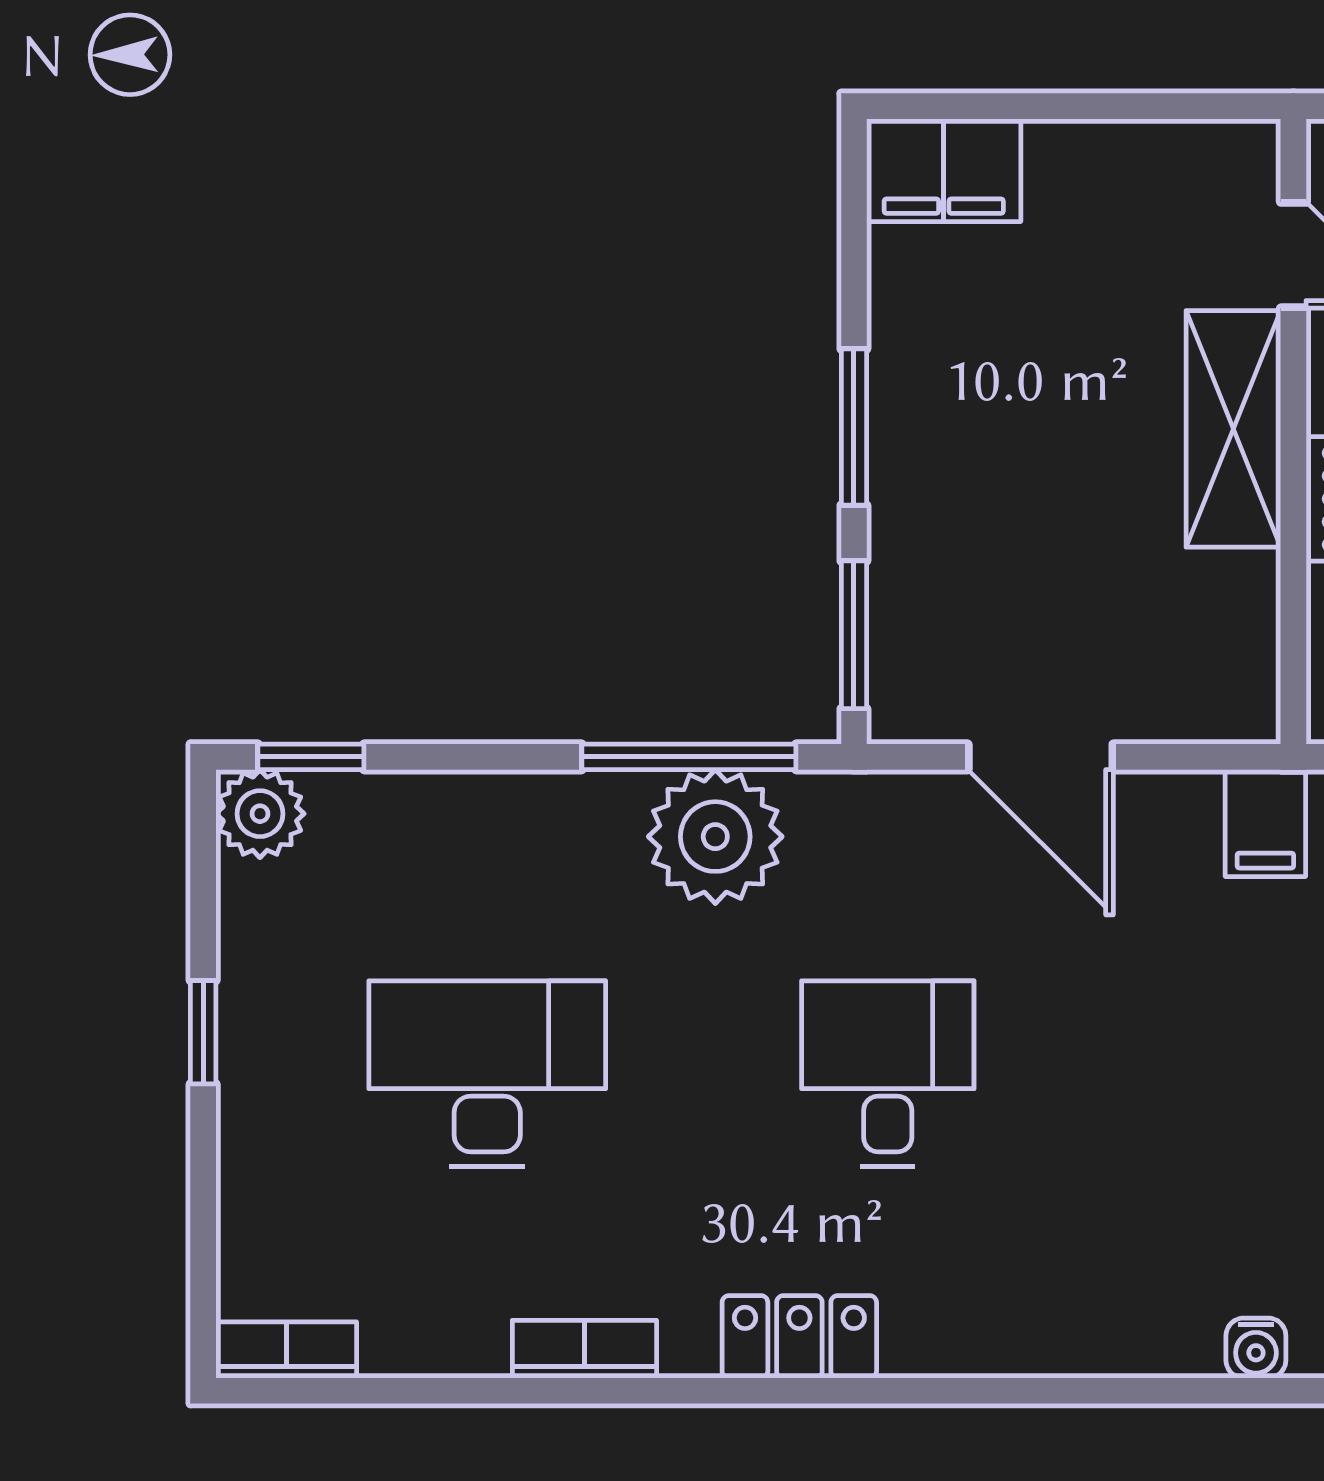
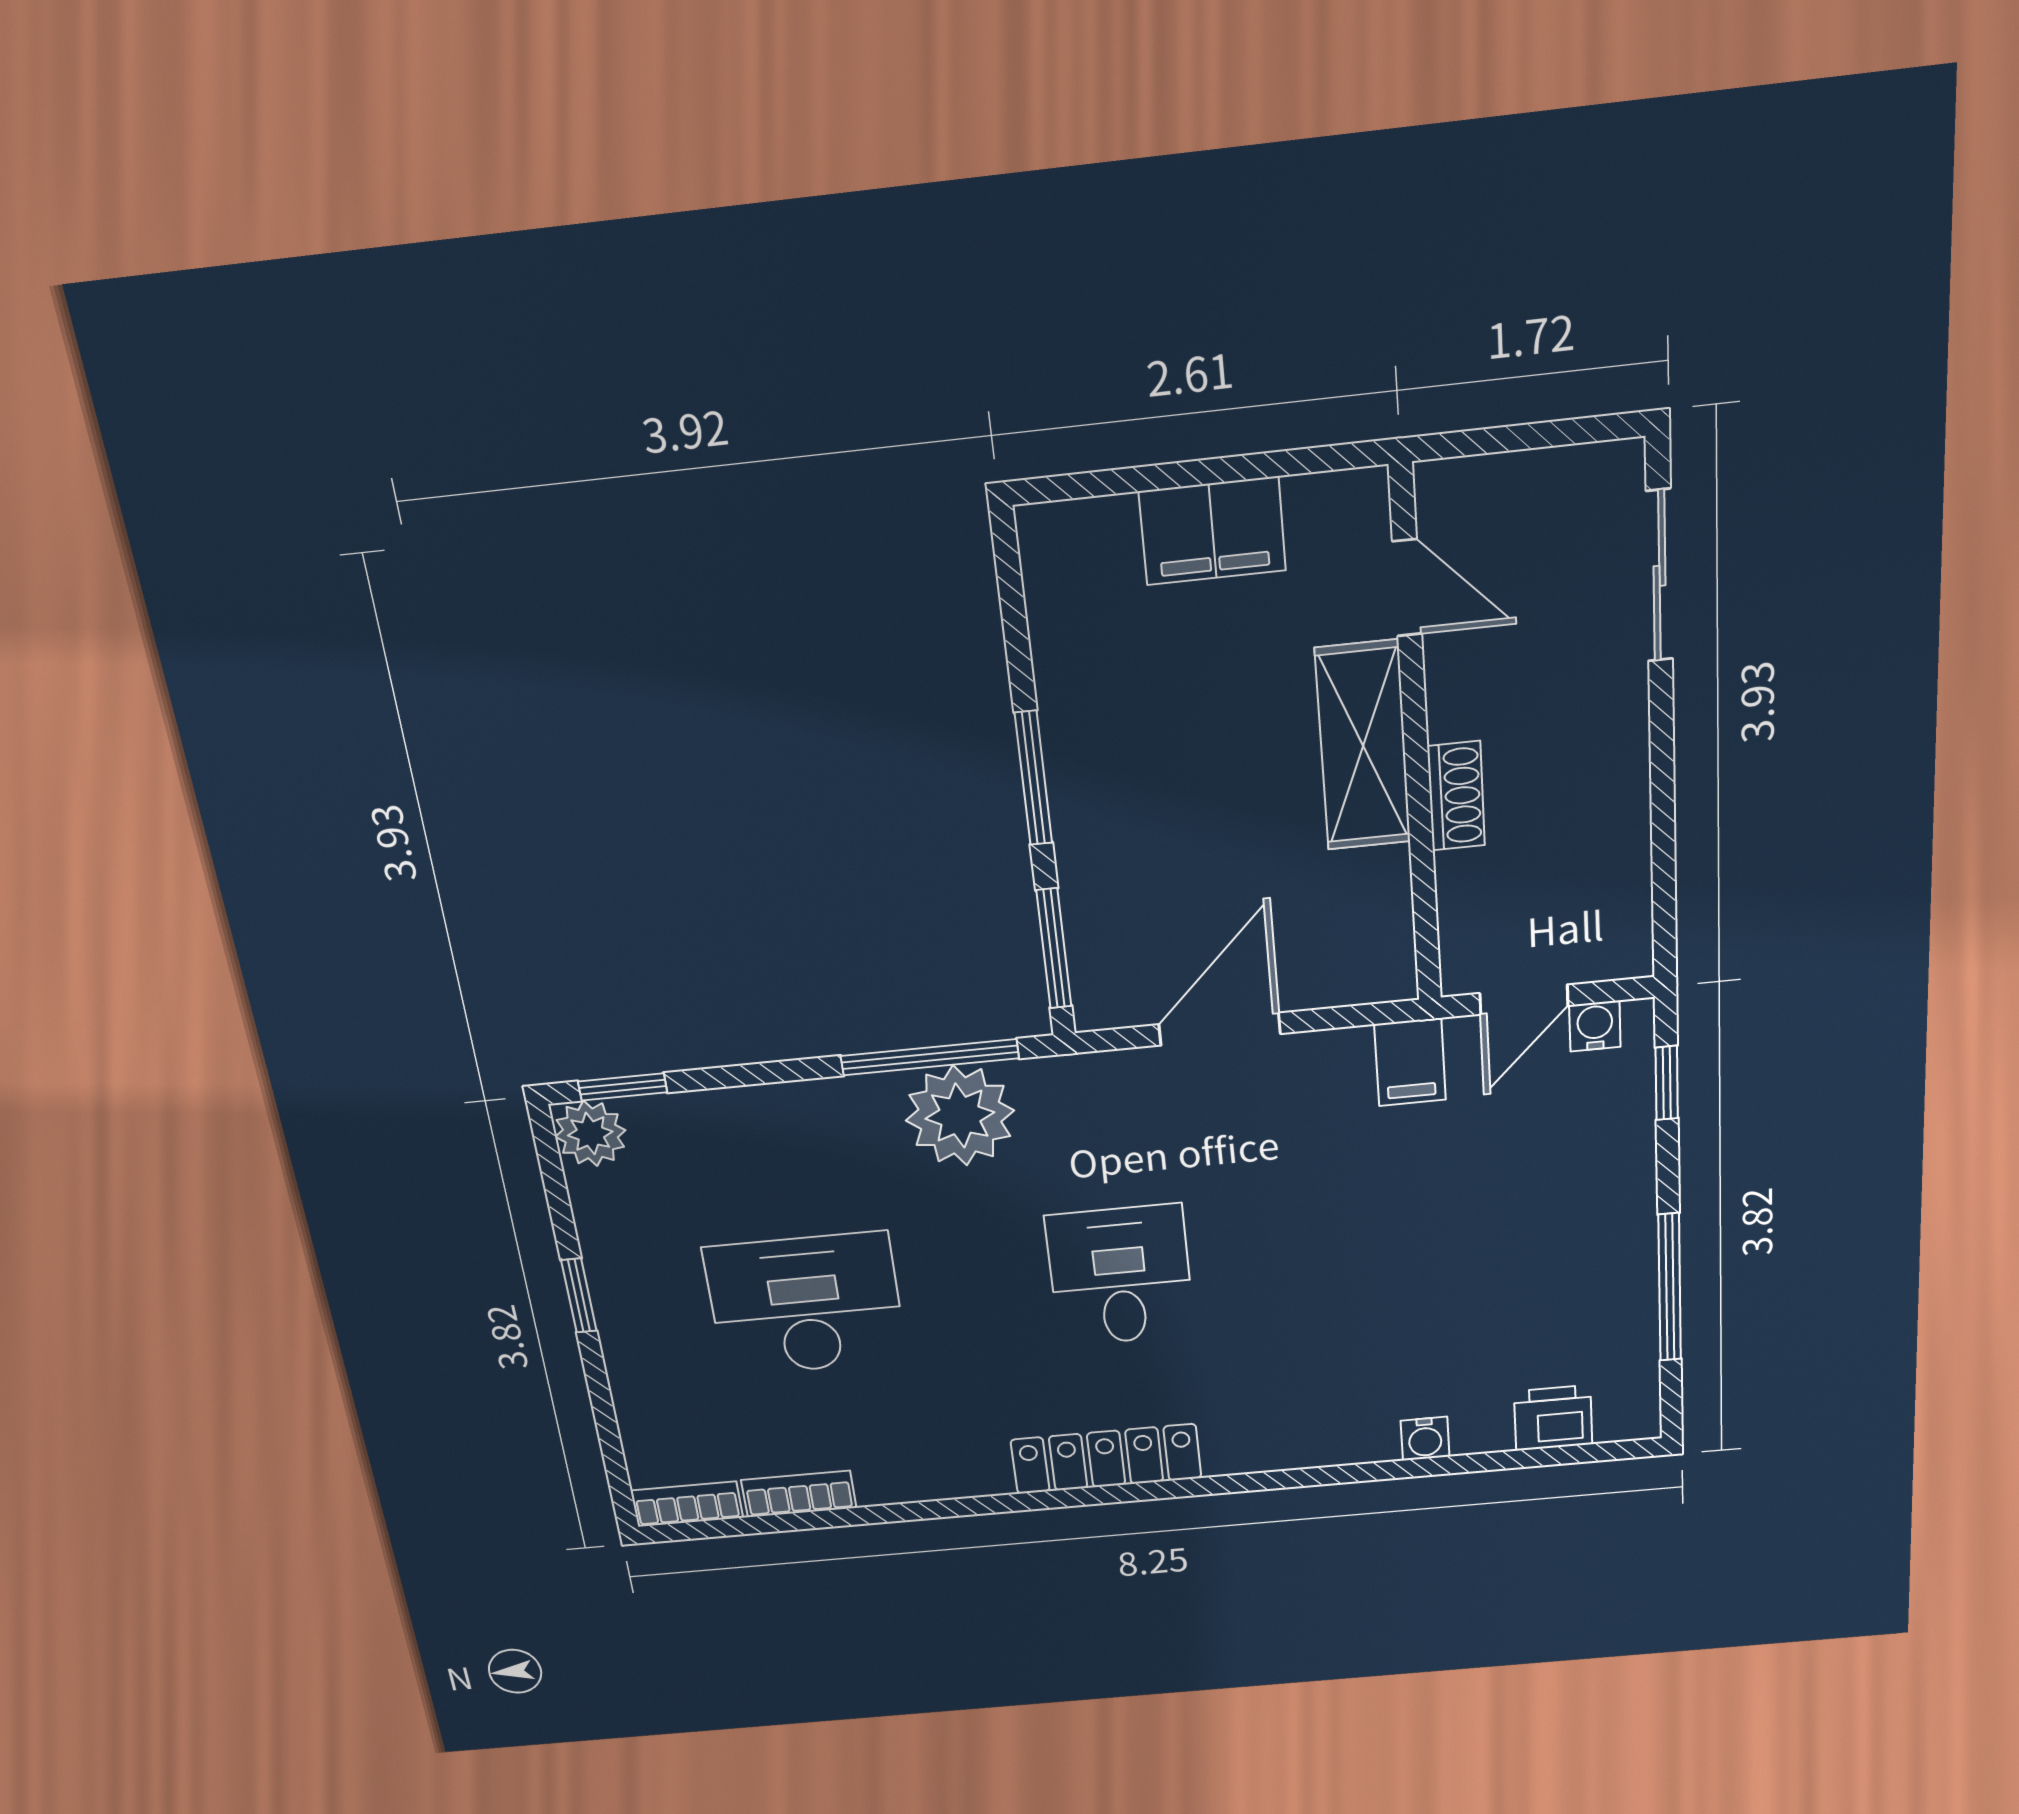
filing cabinet: (944, 170) -> (1212, 531), moved
door: (1041, 757) -> (1220, 1029), swing flipped
locker: (799, 1337) -> (1106, 1459), width x1.53
bookcase: (584, 1349) -> (799, 1494), moved

